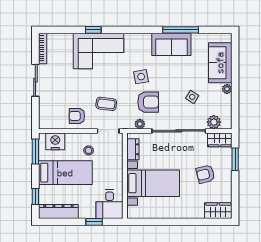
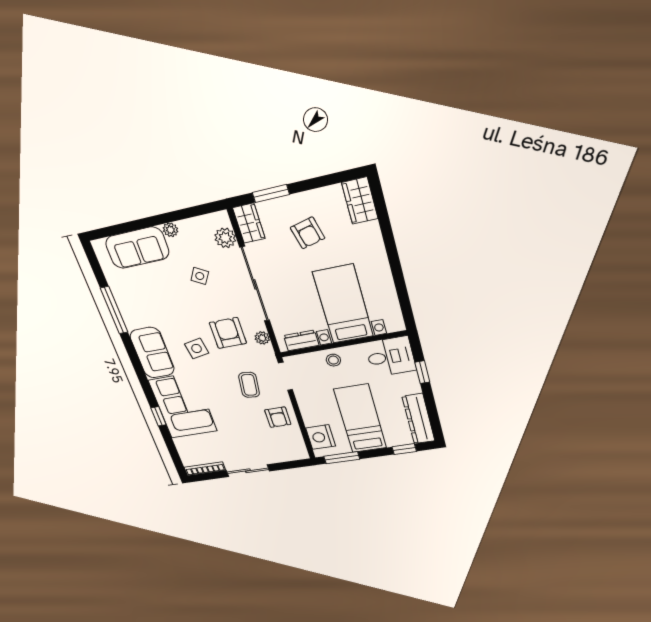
sofa: (171, 44) -> (152, 353), moved
stool: (89, 150) -> (333, 360), moved

